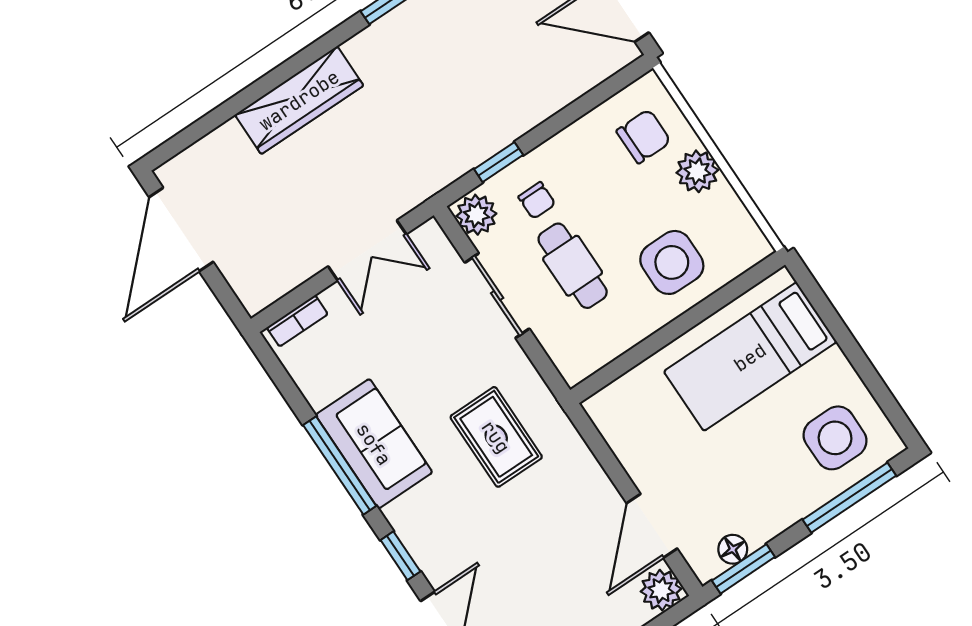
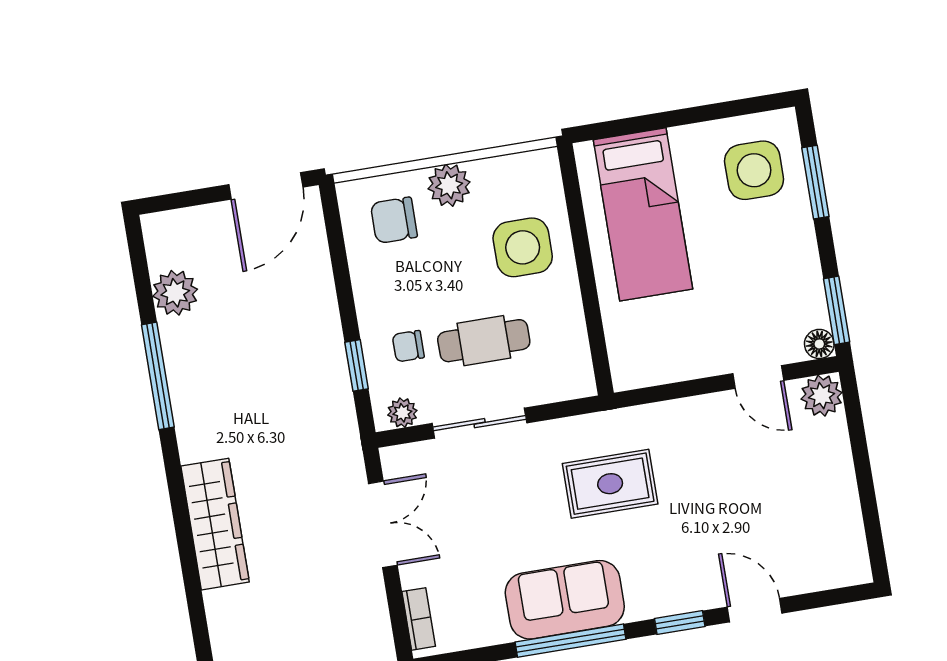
chair: (644, 136) -> (394, 220), turned -90
chair: (537, 200) -> (408, 346), turned 180
plant: (476, 215) -> (402, 413), width x0.73, depth x0.73
window: (849, 498) -> (815, 182), width x0.69
door: (652, 526) -> (758, 377), width x0.73
floor lamp: (733, 549) -> (819, 344), moved

